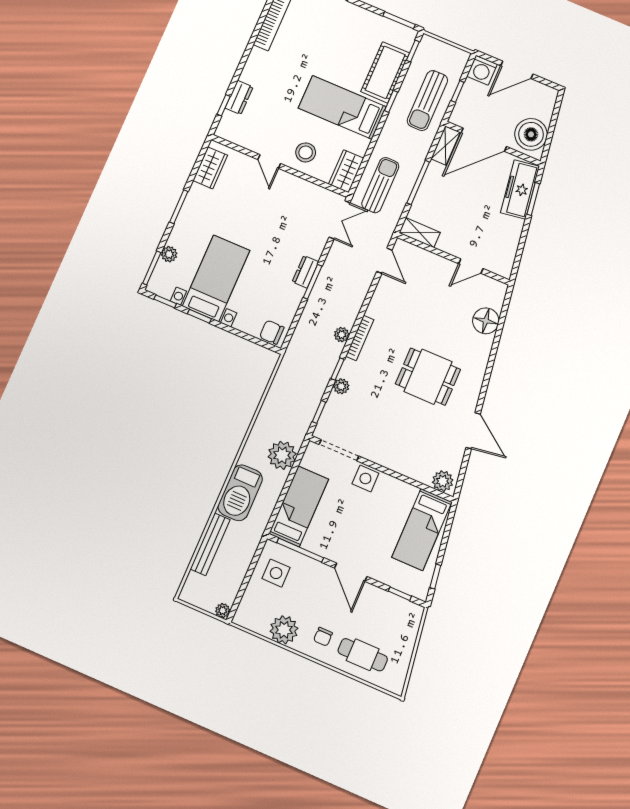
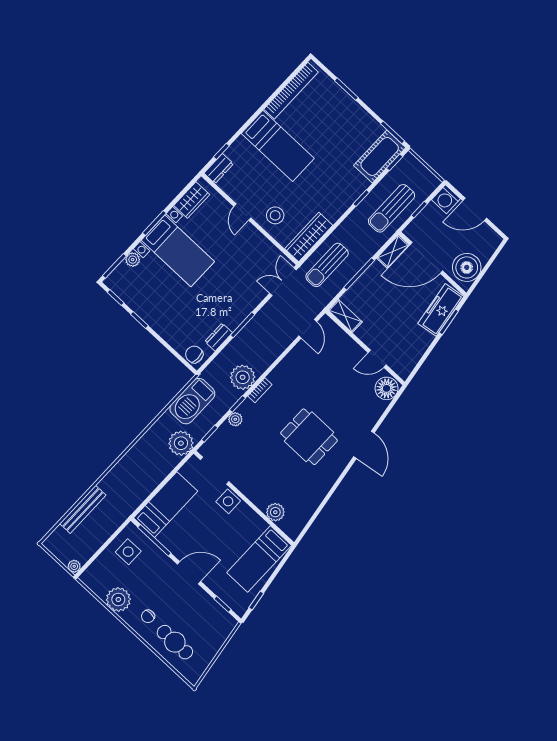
cot: (385, 72) -> (380, 156), moved
dresser: (239, 97) -> (219, 168), moved
bed: (342, 107) -> (278, 146), moved, turned 180
wardrobe: (346, 171) -> (309, 237), width x1.50
sun lounger: (380, 185) -> (327, 265), turned 180
double door: (339, 220) -> (283, 282), swing flipped
dresser: (305, 272) -> (219, 337), moved
bed with nightstands: (216, 278) -> (178, 251), moved, turned 90
floor lamp: (486, 321) -> (387, 388), moved
plant: (342, 335) -> (243, 377), width x1.87, depth x1.87
bookcase: (360, 338) -> (260, 390), width x0.64
door: (473, 431) -> (364, 445), moved
plant: (282, 455) -> (181, 443), moved
plant: (443, 481) -> (275, 512), moved
barbecue: (240, 493) -> (192, 401), moved
door: (351, 572) -> (189, 573), swing flipped

